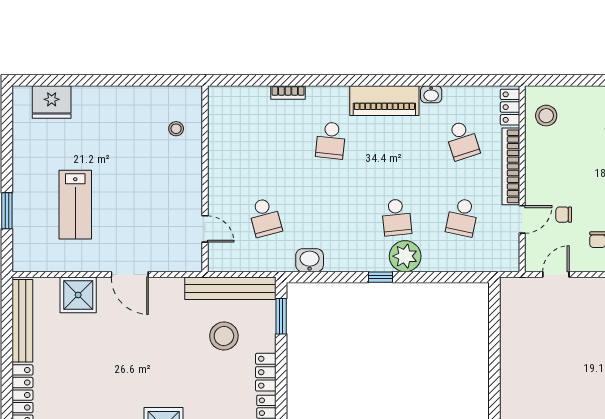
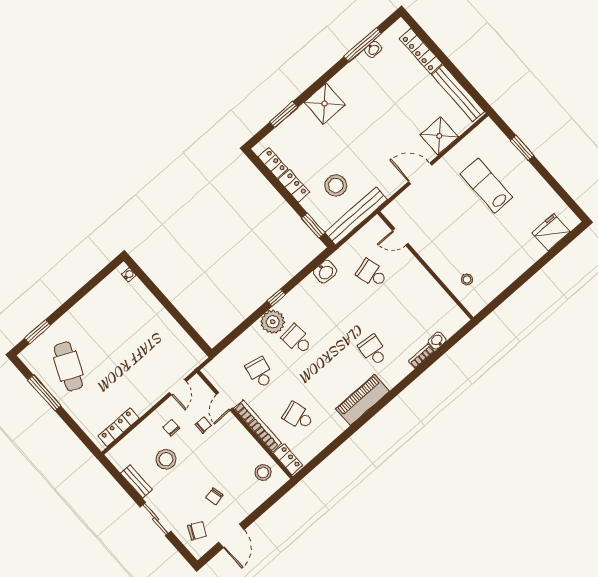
washbasin: (431, 94) -> (437, 341), moved

